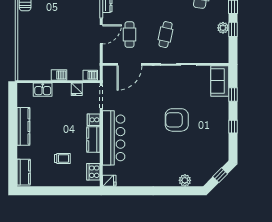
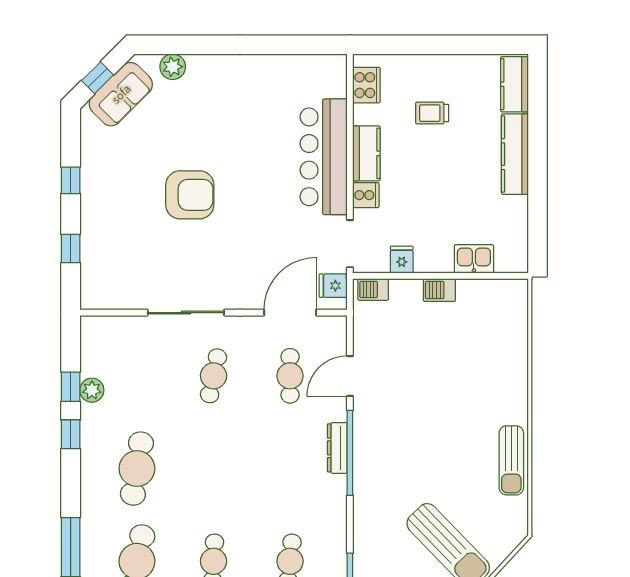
sofa: (220, 81) -> (121, 94), moved, turned 45
kitchen counter: (23, 126) -> (515, 154), moved
fridge: (109, 181) -> (333, 286), moved

